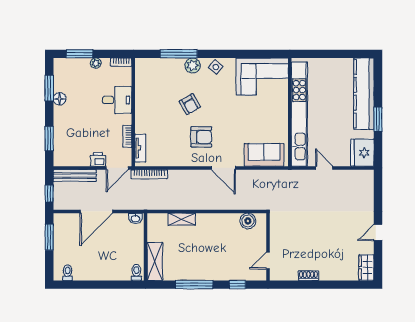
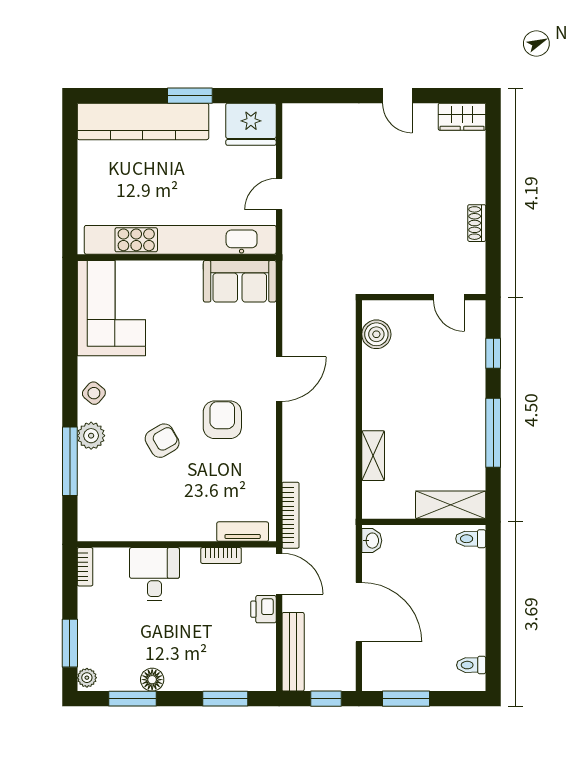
plant: (96, 63) -> (87, 678), moved
sofa: (264, 155) -> (240, 281), moved, turned -90

